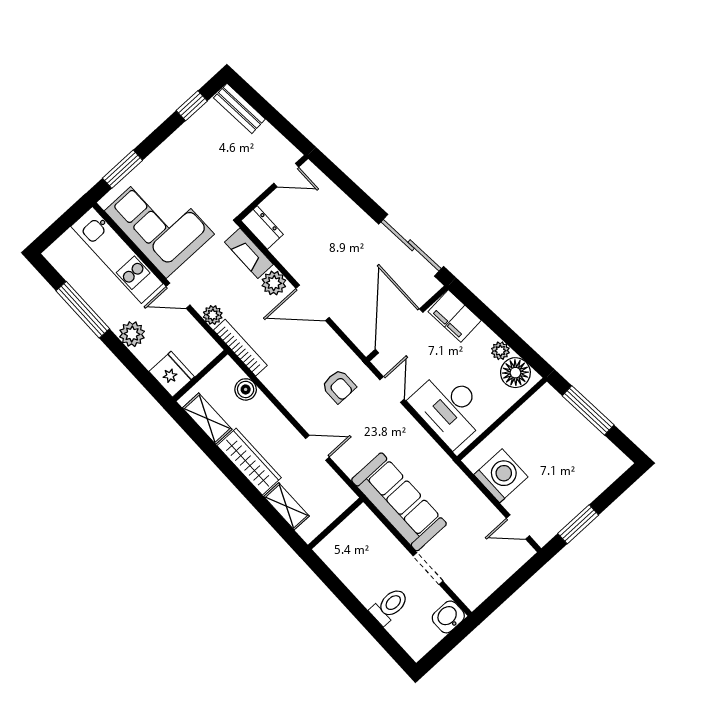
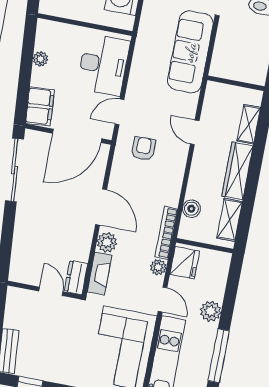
door: (286, 175) -> (51, 291), moved
floor lamp: (515, 373) -> (48, 38), removed
fridge: (172, 374) -> (185, 263), moved, turned 180

